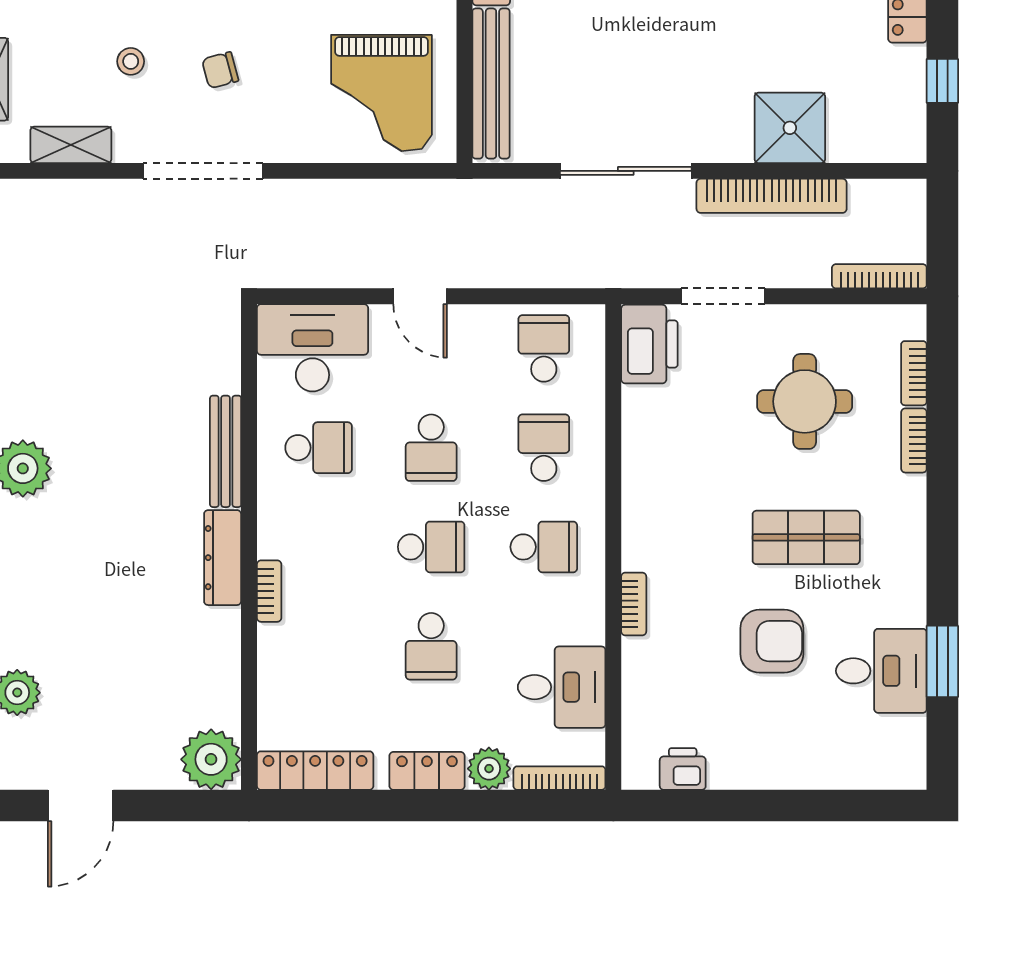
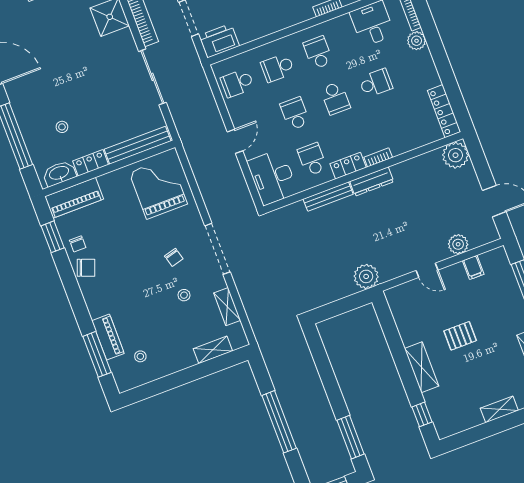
grand piano: (381, 93) -> (158, 188), turned -90
school desk: (431, 448) -> (295, 114), turned -90
school desk: (431, 547) -> (335, 98), turned 180
locker: (427, 771) -> (348, 166), moved, turned 90

